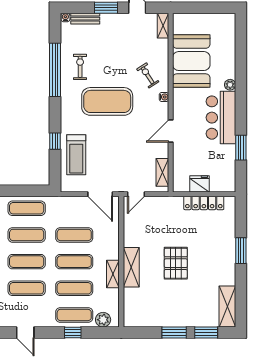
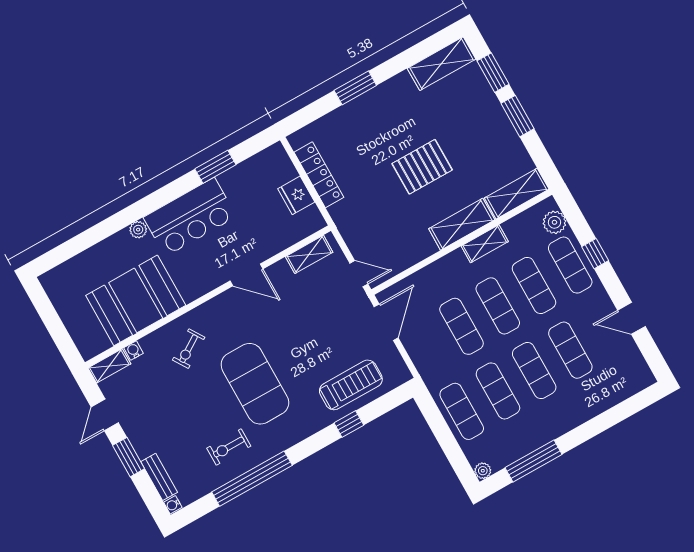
water cooler: (164, 97) -> (133, 350), moved
shelving: (131, 308) -> (517, 194), added
door: (25, 332) -> (631, 318), swing flipped

